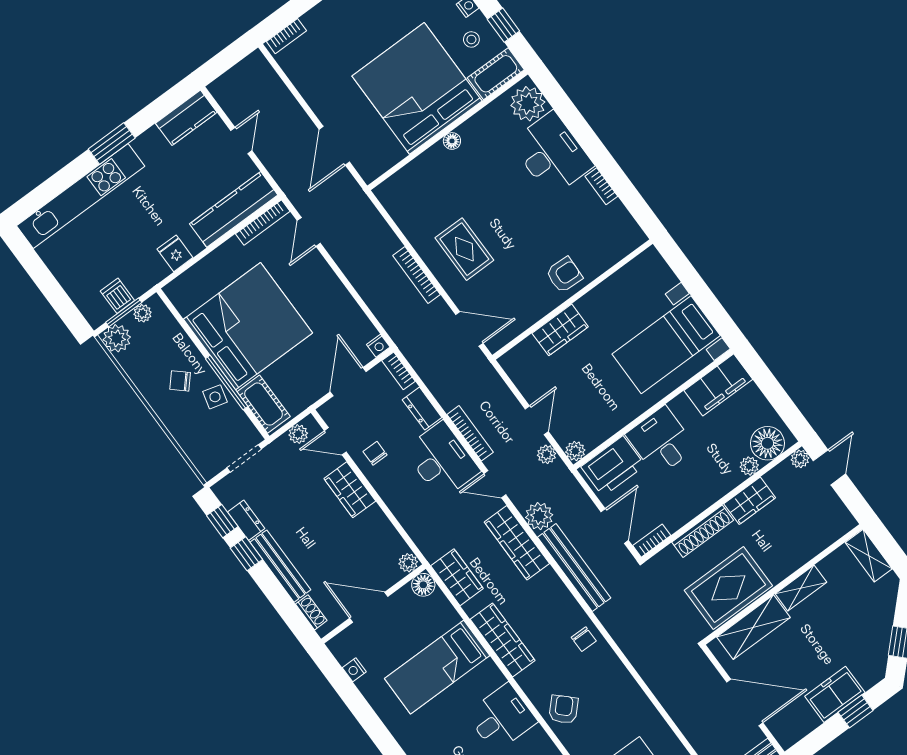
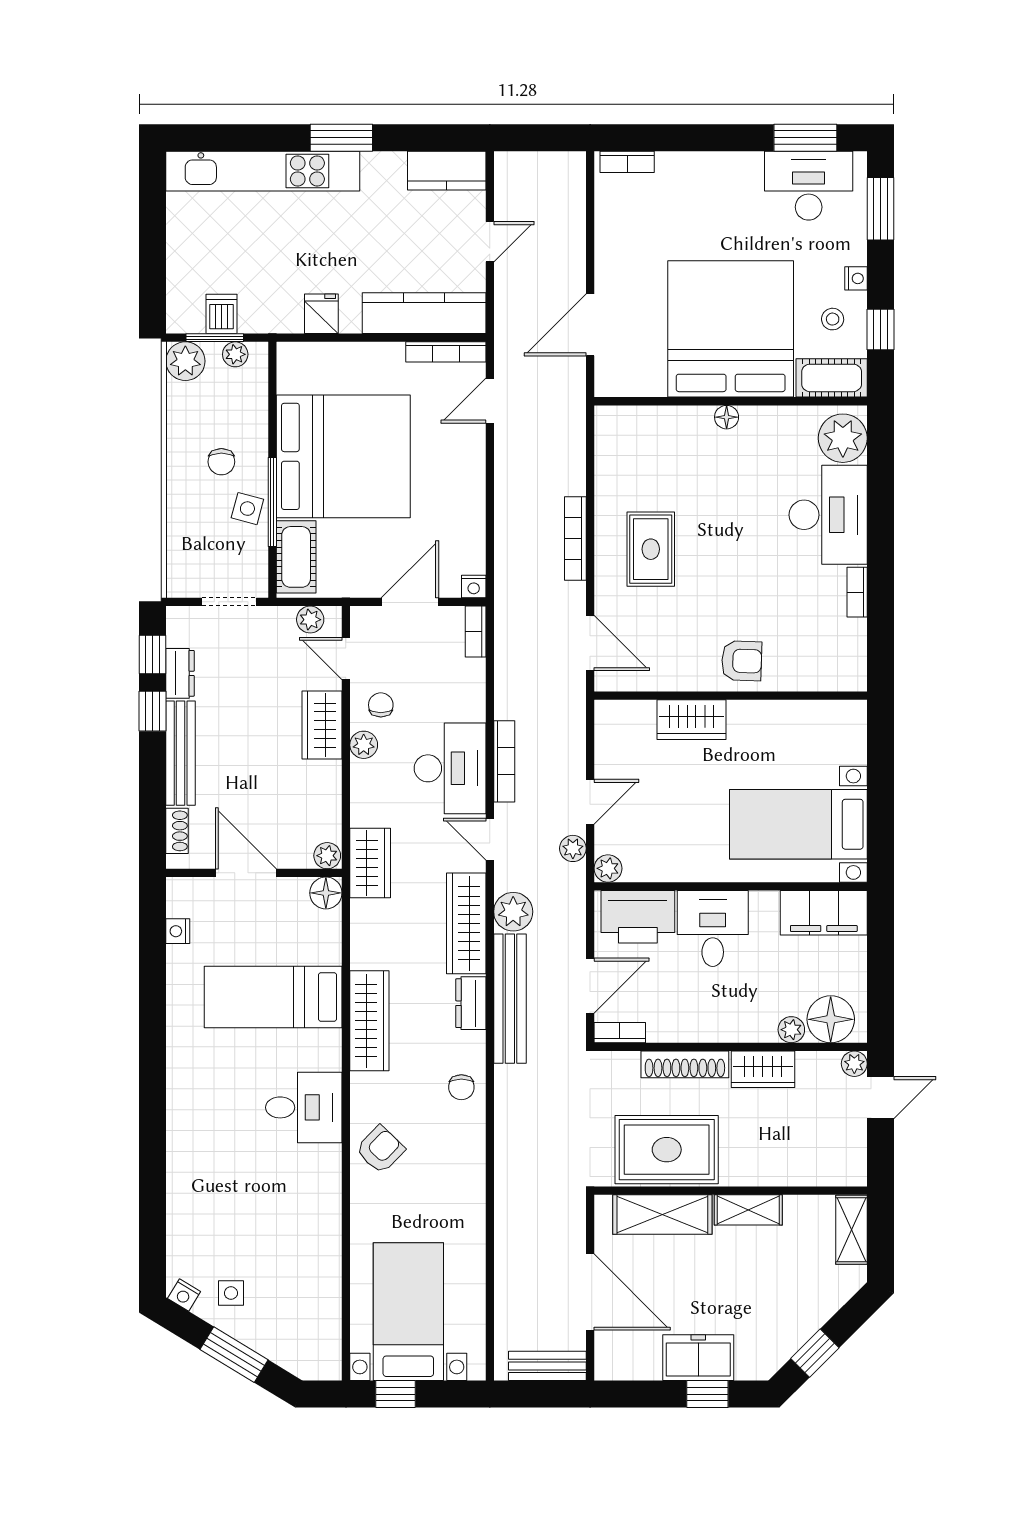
chair: (180, 381) -> (221, 462), turned -132
dresser: (422, 409) -> (471, 1003), moved
plant: (382, 483) -> (364, 745), added
wardrobe: (457, 577) -> (370, 863), moved

